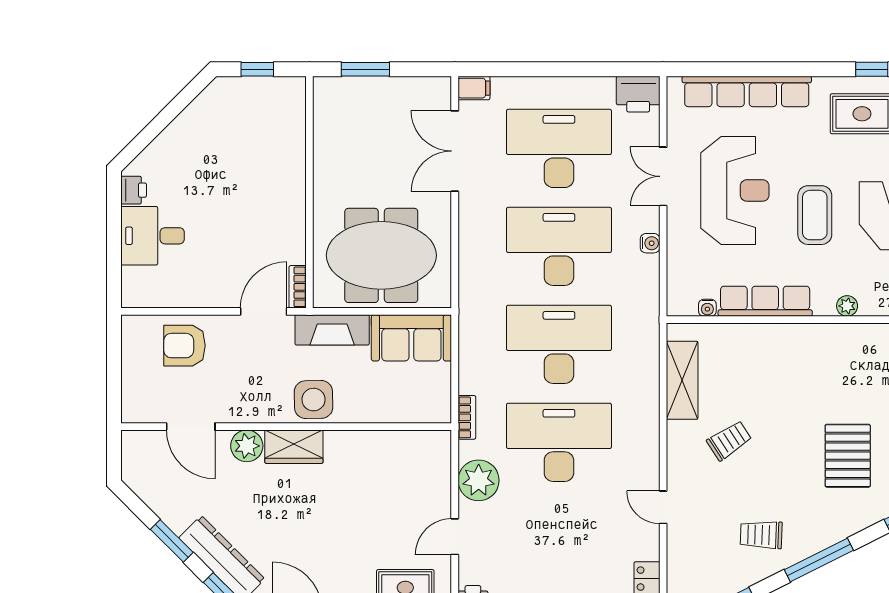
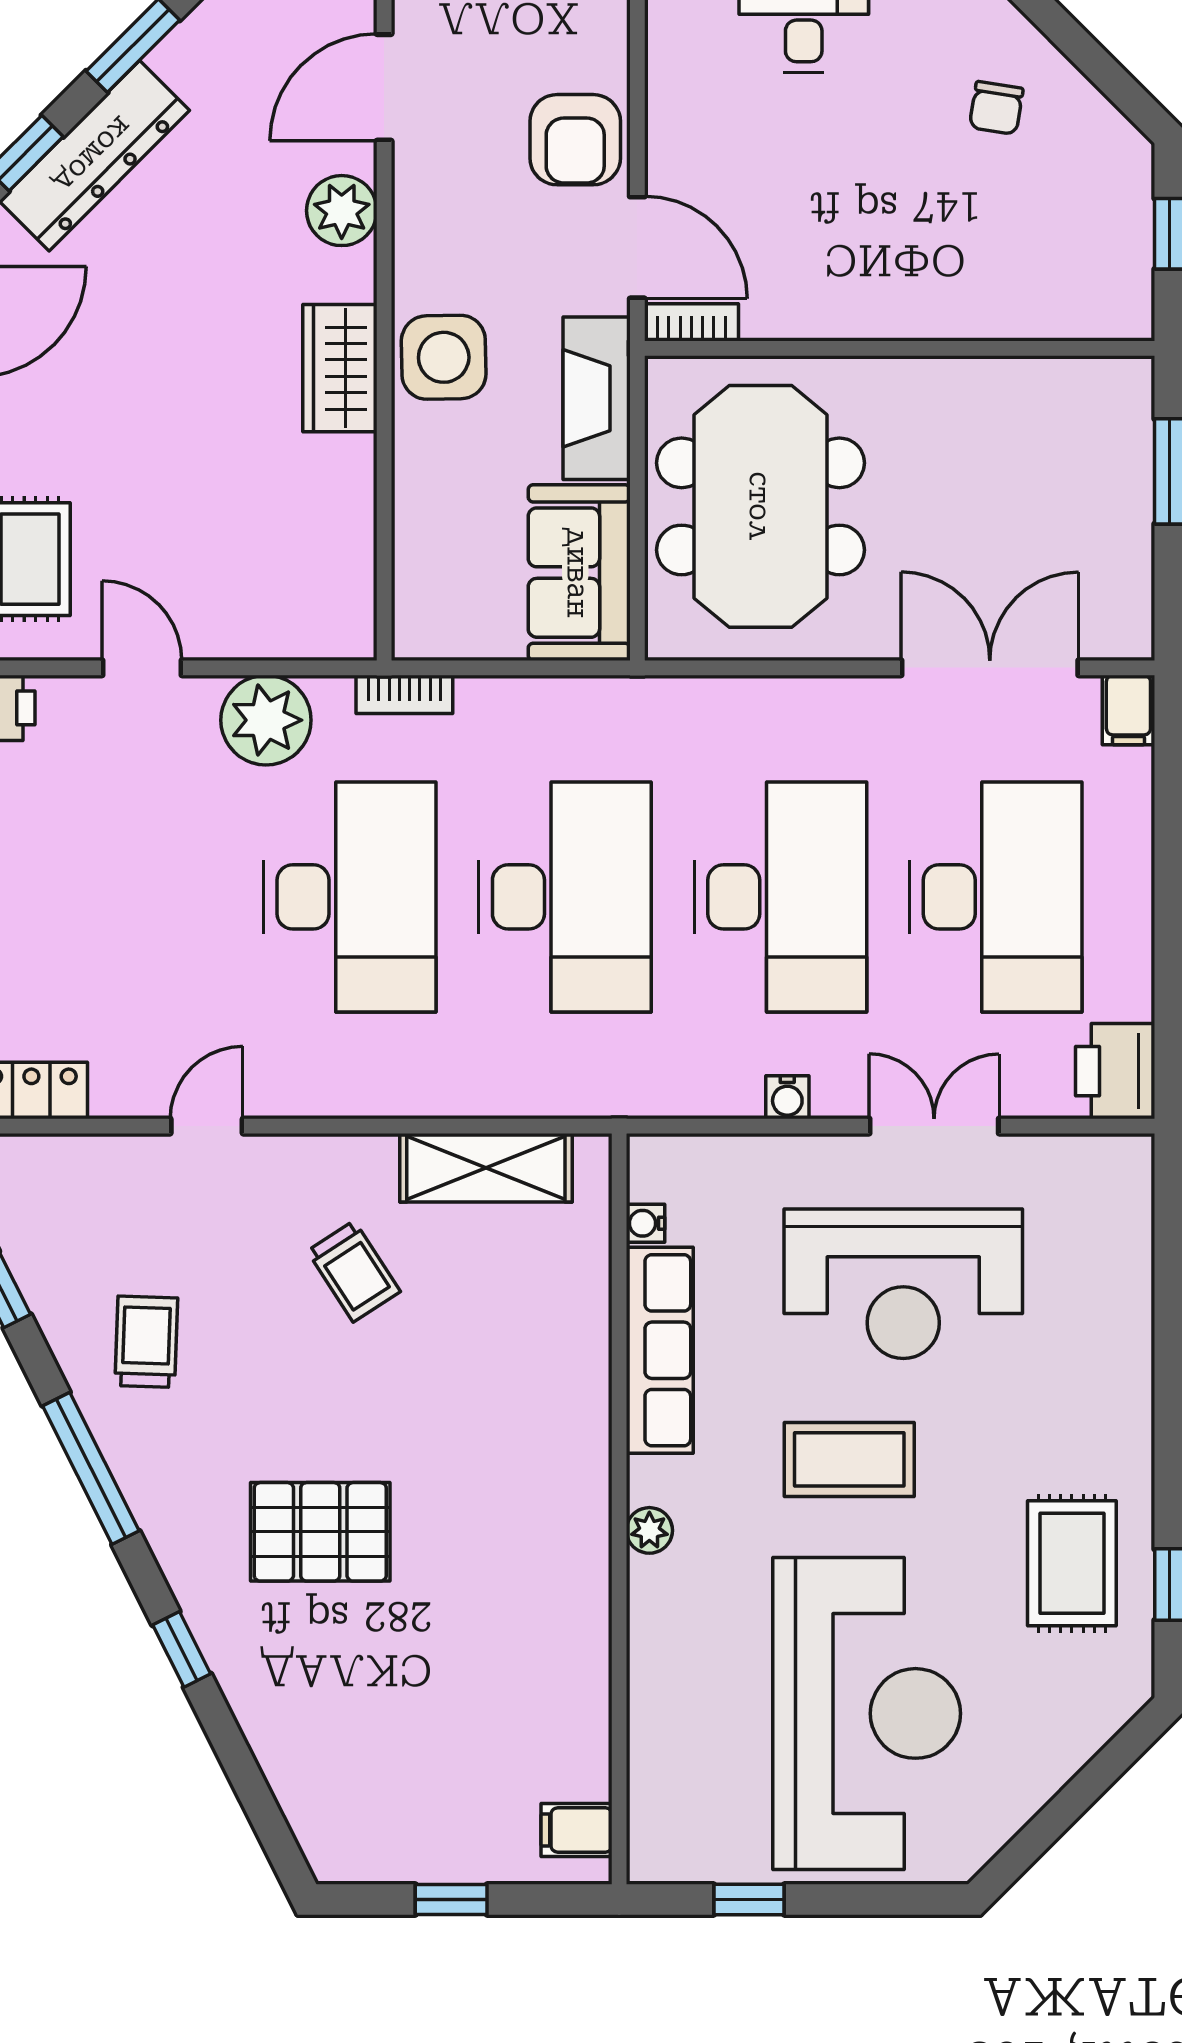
row of seats: (747, 91) -> (1121, 1310), removed
chair: (200, 148) -> (996, 108), added
armchair: (184, 346) -> (575, 140), moved, turned 180
wardrobe: (294, 447) -> (340, 368), moved

